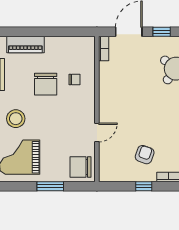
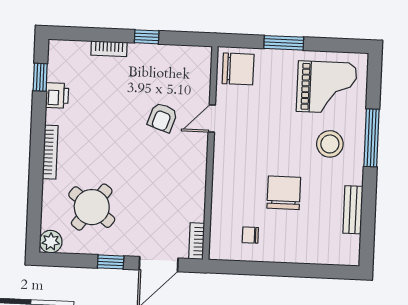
piano: (25, 45) -> (311, 252), removed
chair: (74, 80) -> (250, 235), moved
armchair: (145, 155) -> (162, 117), moved

